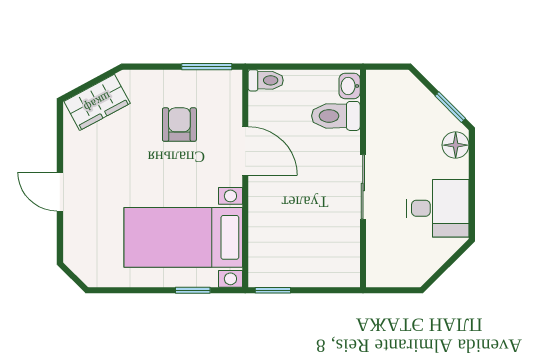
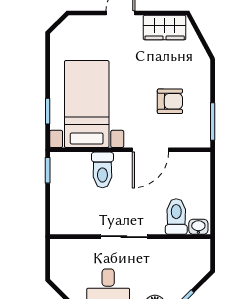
toilet: (266, 80) -> (102, 170), moved, width x1.37, depth x1.39
wardrobe: (97, 102) -> (165, 28), moved, turned -62

